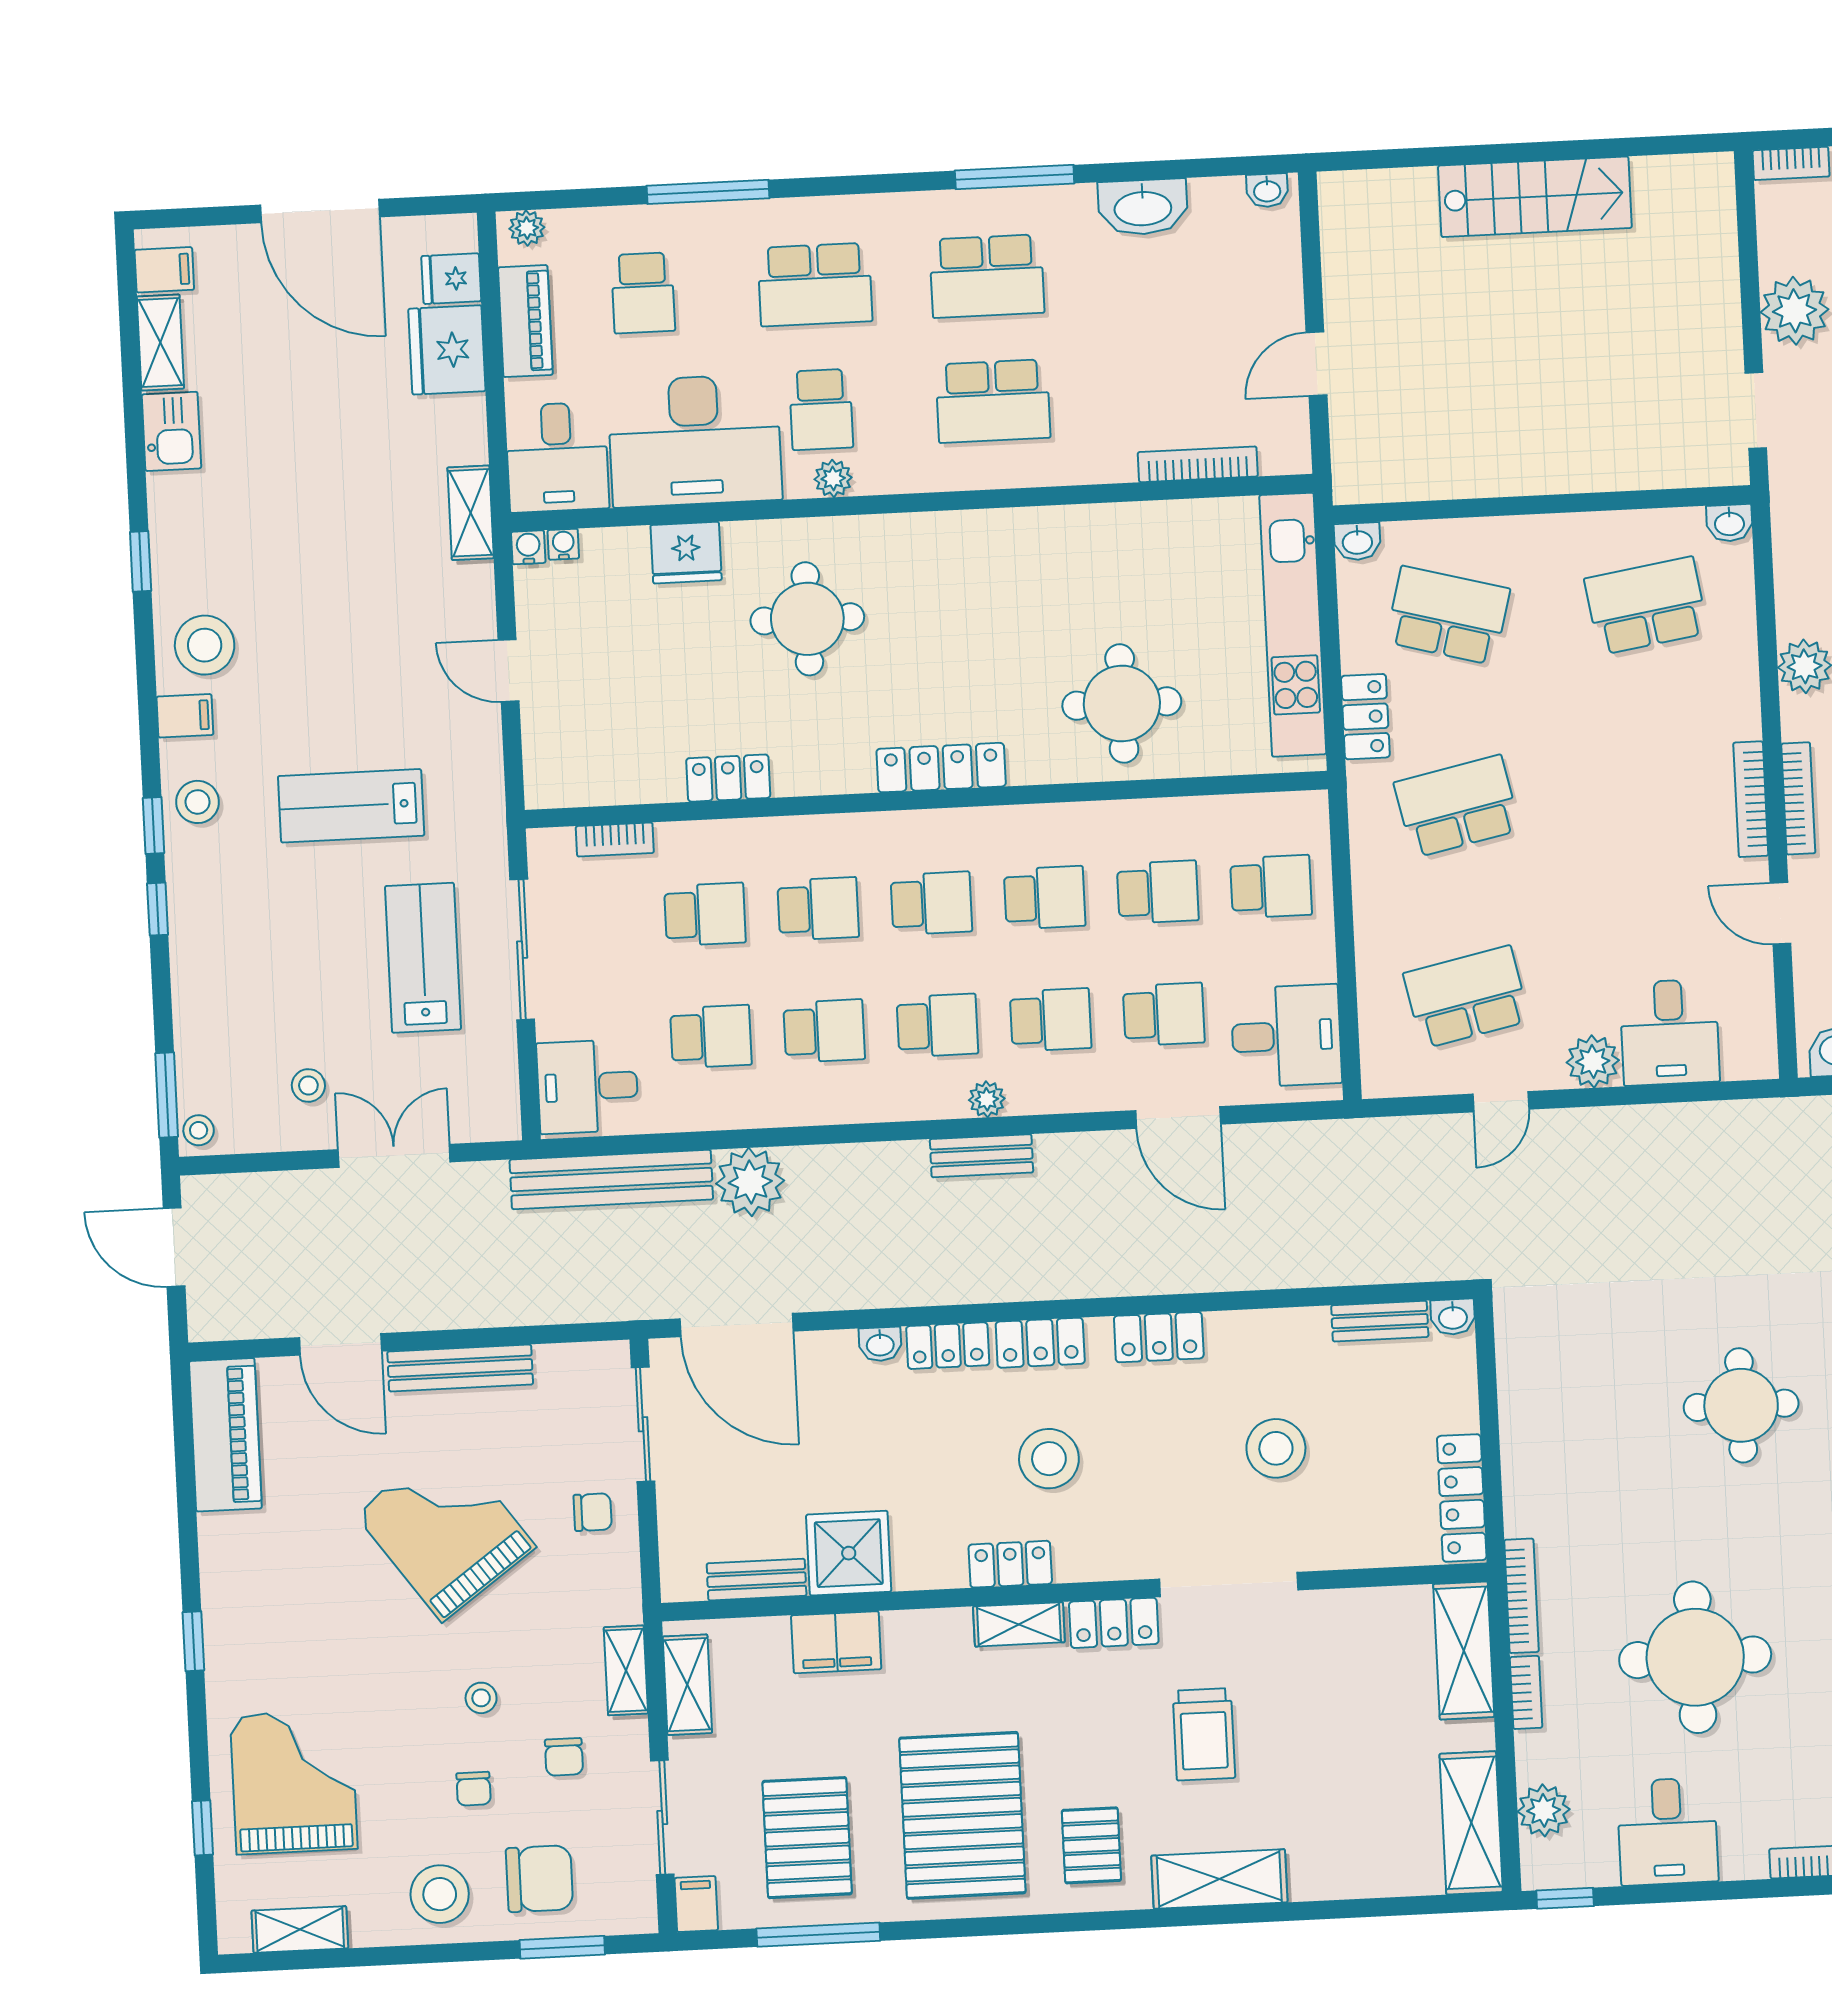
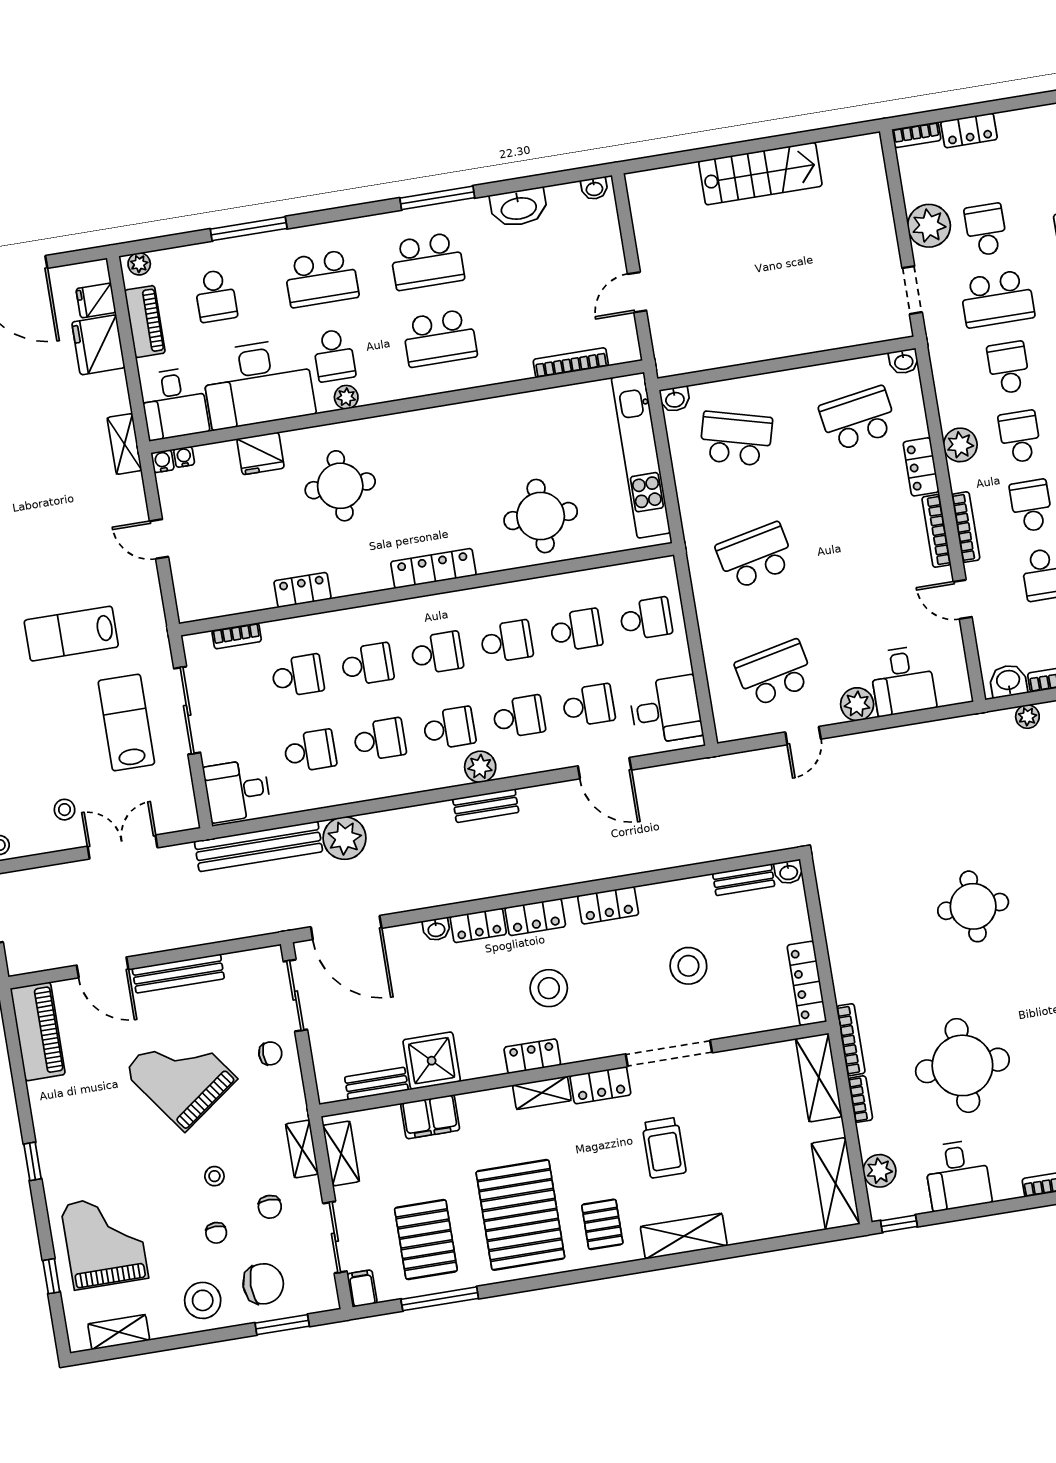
locker: (1365, 717) -> (921, 467), moved, turned 180
plant: (987, 1099) -> (480, 767), width x1.38, depth x1.38

